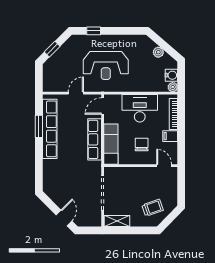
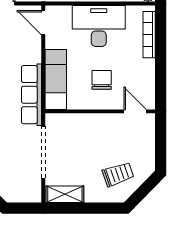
door: (103, 106) -> (43, 23), hinge flipped
filing cabinet: (170, 136) -> (144, 67), removed
row of seats: (95, 139) -> (32, 95), moved

